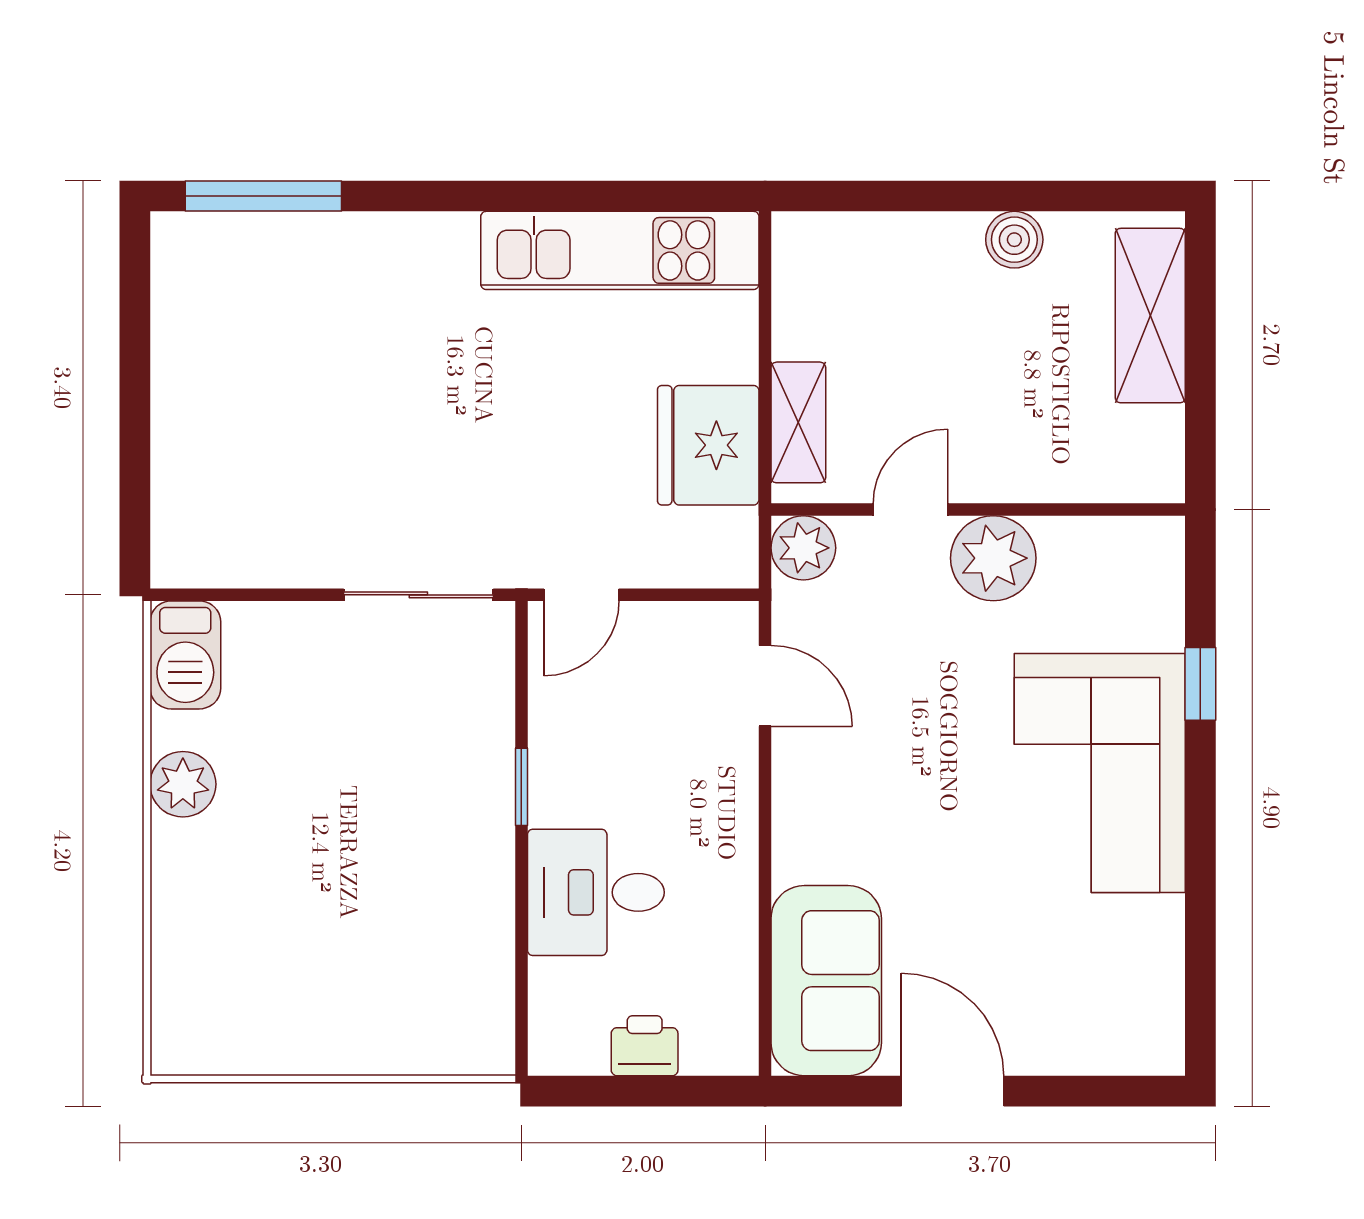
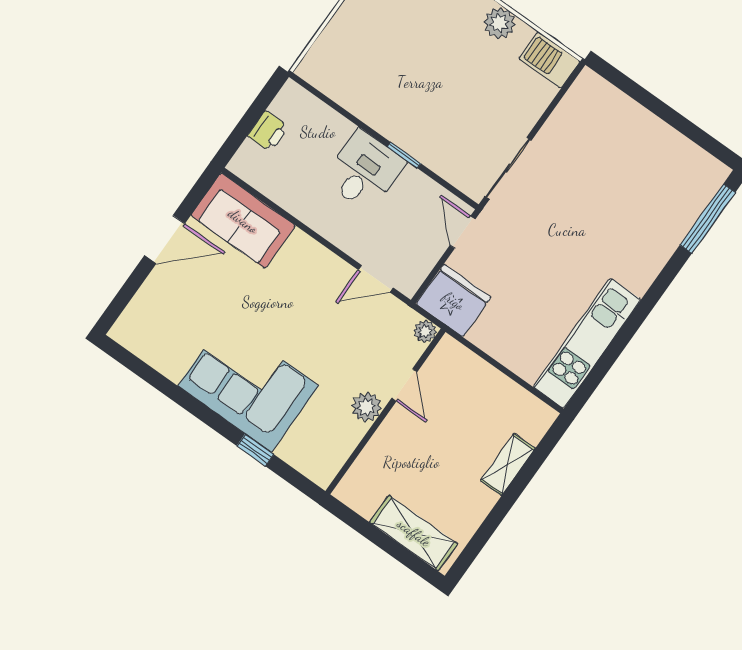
boiler: (1014, 240) -> (481, 501), removed
shelving: (798, 422) -> (508, 464), moved, turned 90
fridge: (708, 445) -> (454, 301), moved
plant: (803, 548) -> (425, 331), width x0.73, depth x0.73
plant: (993, 558) -> (367, 407), width x0.73, depth x0.73
desk: (596, 892) -> (364, 171), moved

